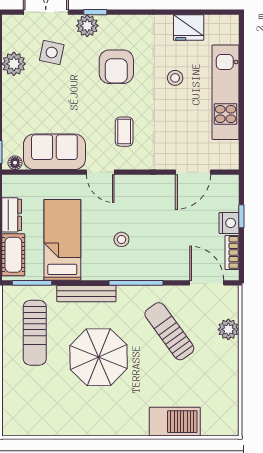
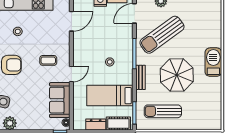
door: (193, 172) -> (71, 21), hinge flipped
bench: (86, 294) -> (140, 77), width x0.73
sun lounger: (169, 331) -> (162, 35), width x1.36, depth x1.34
sun lounger: (35, 333) -> (163, 111), turned 180
barbecue: (175, 422) -> (213, 62), moved

